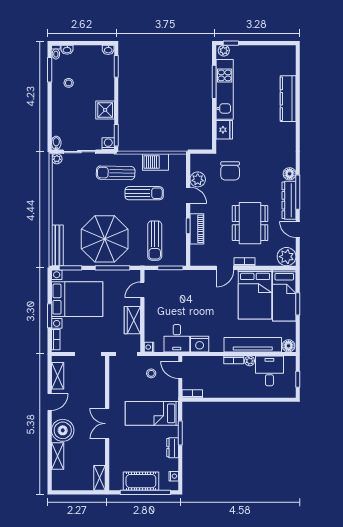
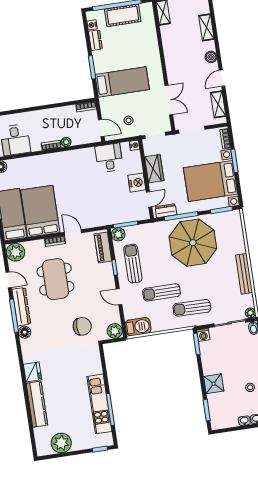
washbasin: (108, 50) -> (244, 421), moved
plant: (224, 51) -> (61, 443), moved, width x1.88, depth x1.88
shower: (105, 110) -> (214, 384), moved
fridge: (224, 130) -> (32, 372), moved, turned 180
barbecue: (156, 162) -> (138, 327), moved
chair: (230, 171) -> (82, 326), turned 90
sun lounger: (116, 173) -> (192, 308), turned 180
plant: (198, 179) -> (115, 331), moved
piano: (197, 229) -> (103, 247), moved
sun lounger: (155, 241) -> (133, 264), moved
bench: (57, 245) -> (244, 274), moved
plant: (179, 259) -> (118, 234), added
door: (225, 268) -> (73, 232), hinge flipped
dresser: (127, 276) -> (166, 211), added
nightstand: (200, 344) -> (137, 183), moved, turned 90
tv unit: (253, 345) -> (35, 163), removed
plant: (250, 361) -> (66, 142), moved
double door: (107, 424) -> (169, 100), moved
boiler: (63, 430) -> (211, 57), width x0.54, depth x0.54
dresser: (173, 448) -> (95, 40), moved

